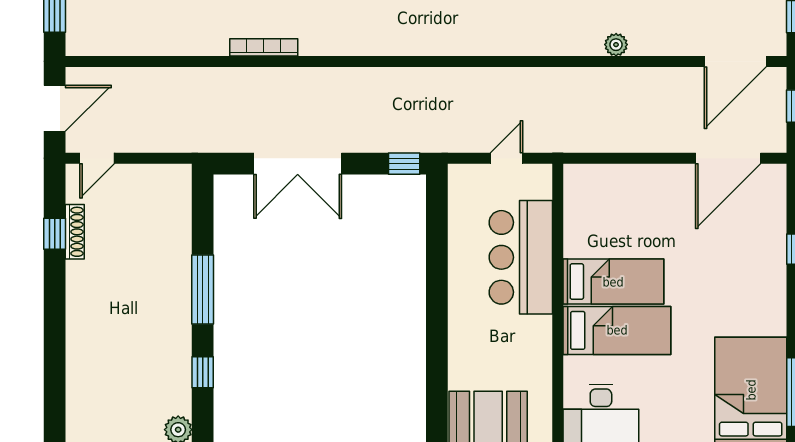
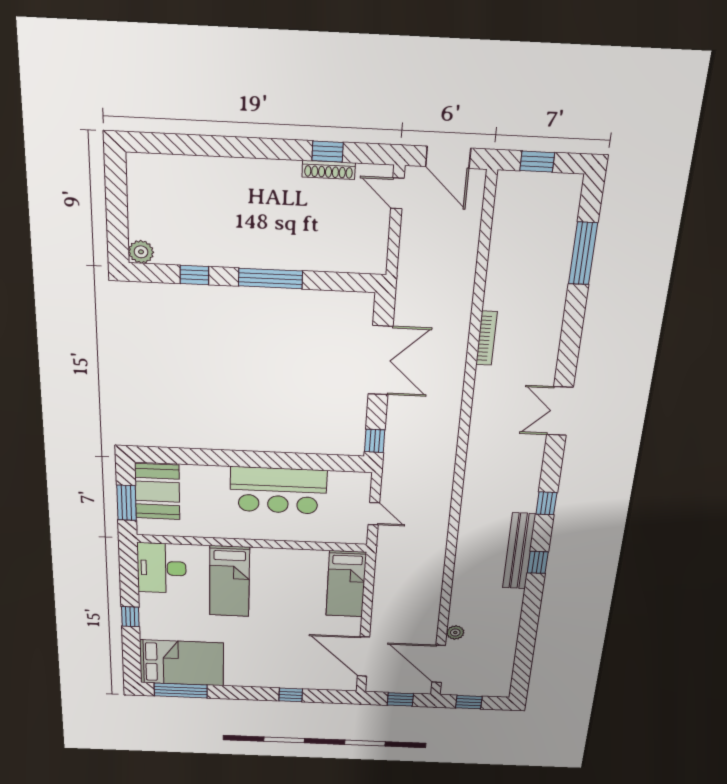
plant: (616, 45) -> (455, 632), moved
double door: (298, 164) -> (380, 360), swing flipped
bar counter: (521, 257) -> (278, 490), moved, turned 180
bed: (613, 282) -> (346, 584), moved

